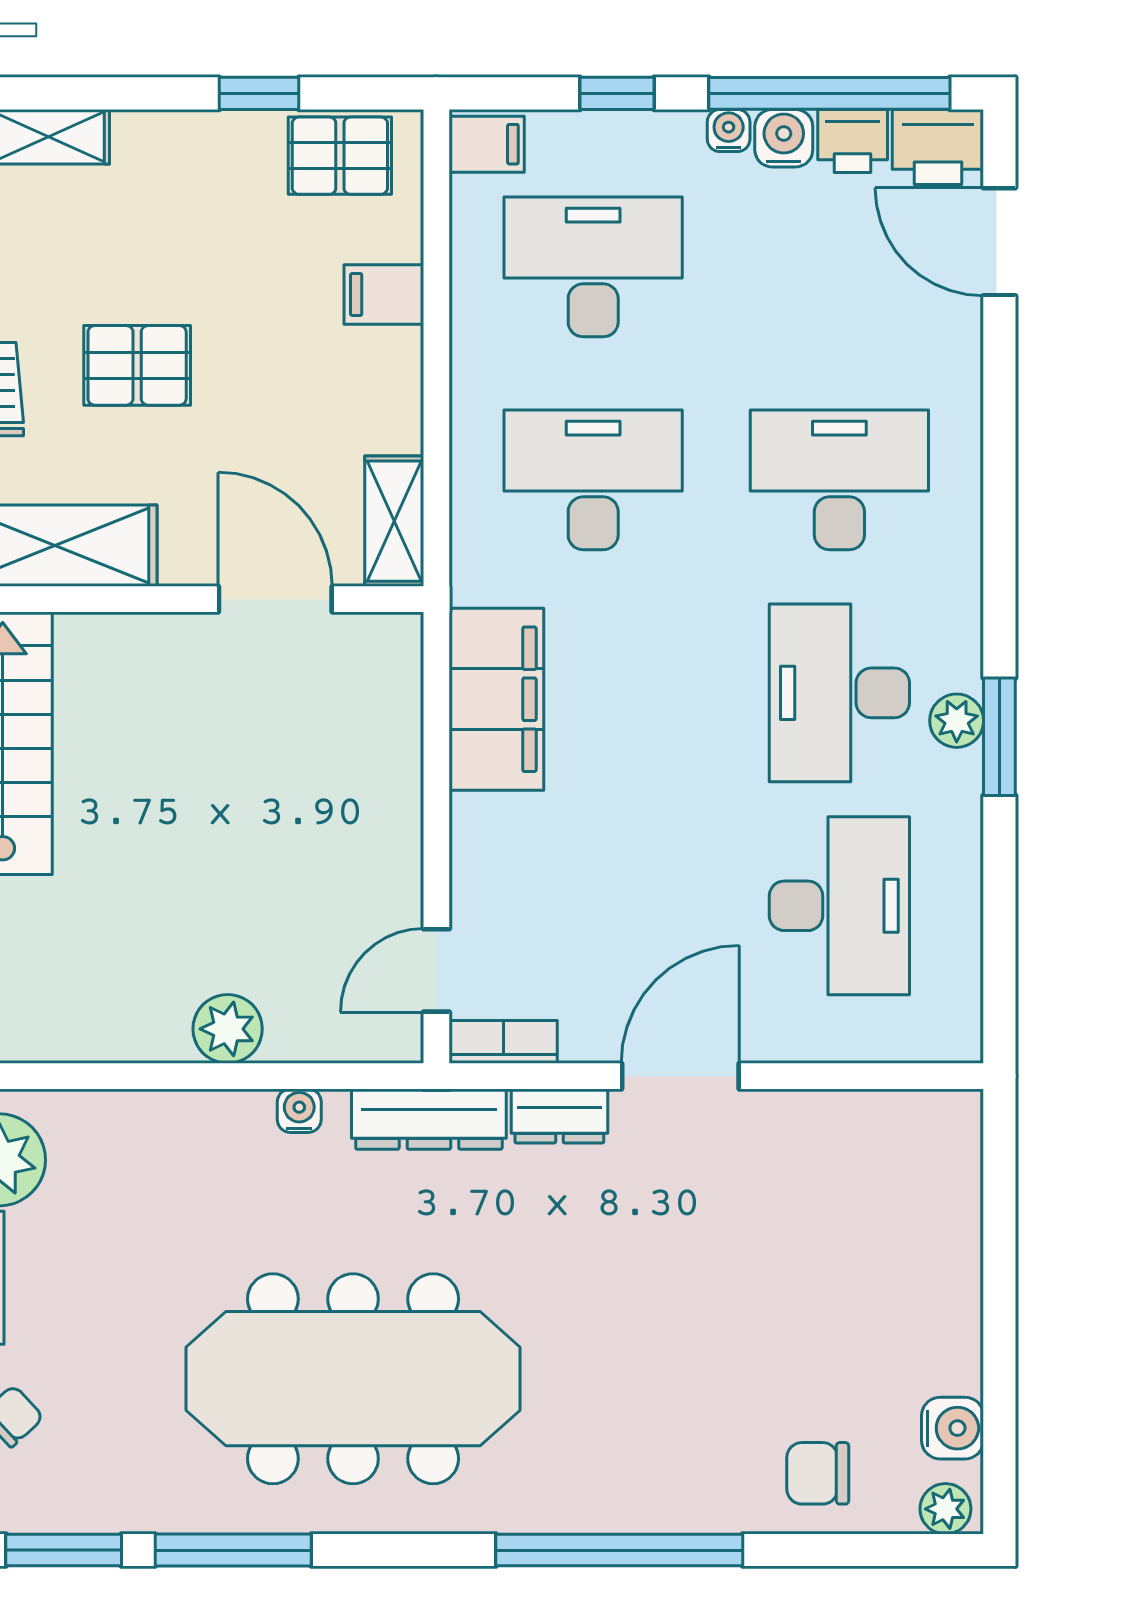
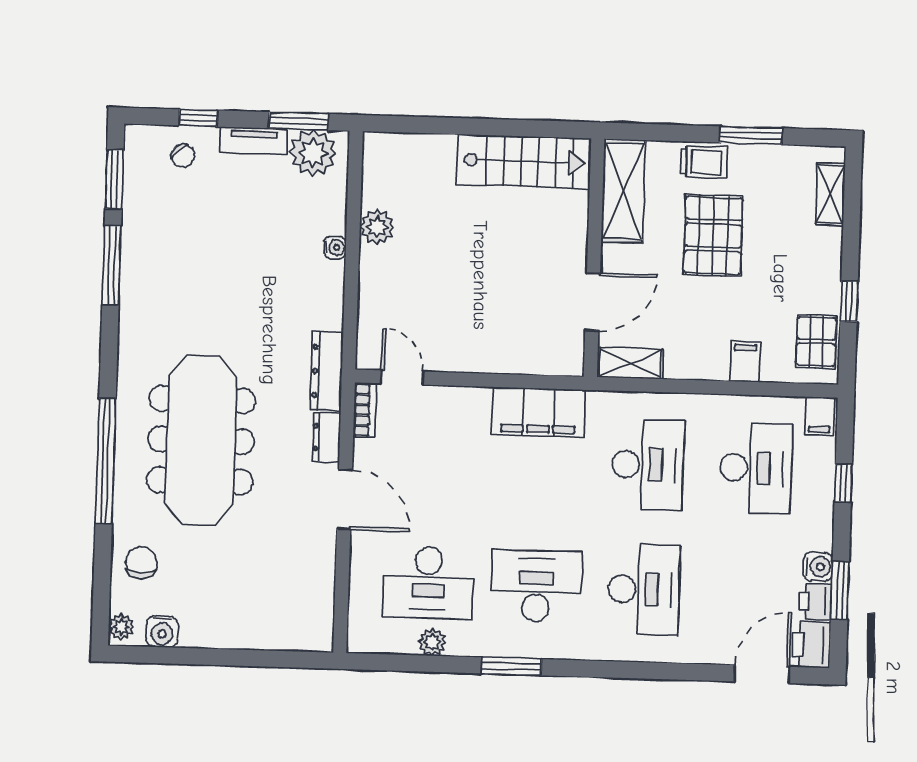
window: (829, 93) -> (840, 590), width x0.47
water cooler: (729, 131) -> (823, 539), removed
pallet: (137, 365) -> (713, 236), width x1.50, depth x1.42
plant: (957, 721) -> (432, 642), moved
plant: (228, 1029) -> (377, 227), moved
water cooler: (299, 1111) -> (335, 247), moved
meeting table: (353, 1379) -> (201, 440), moved

